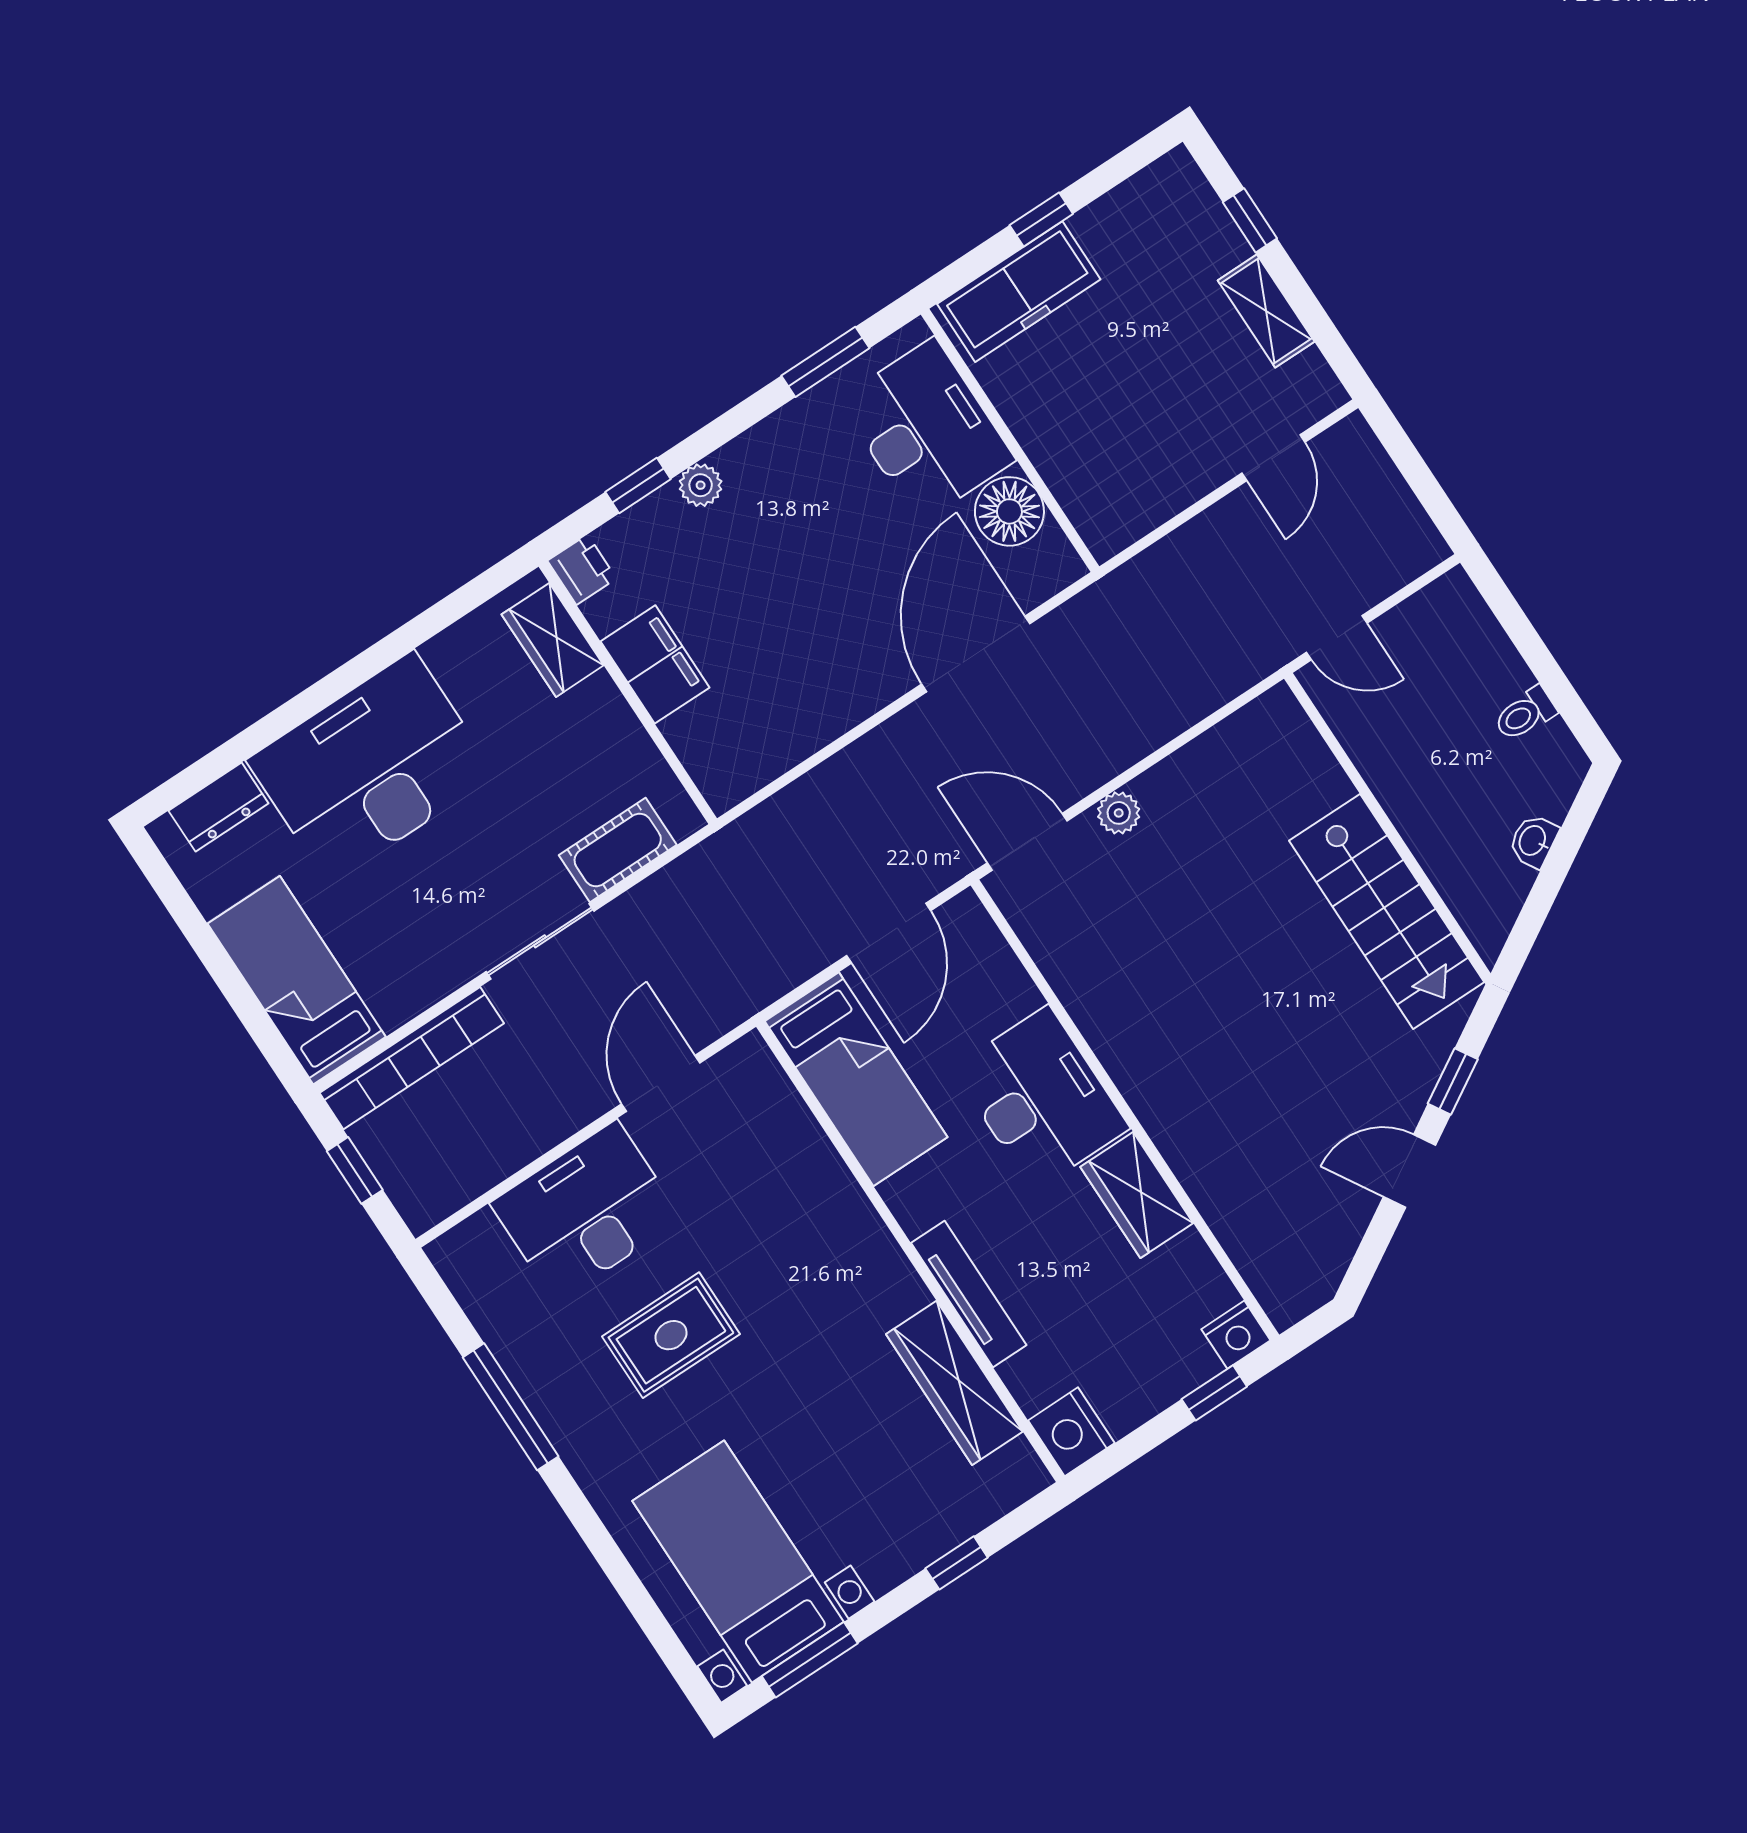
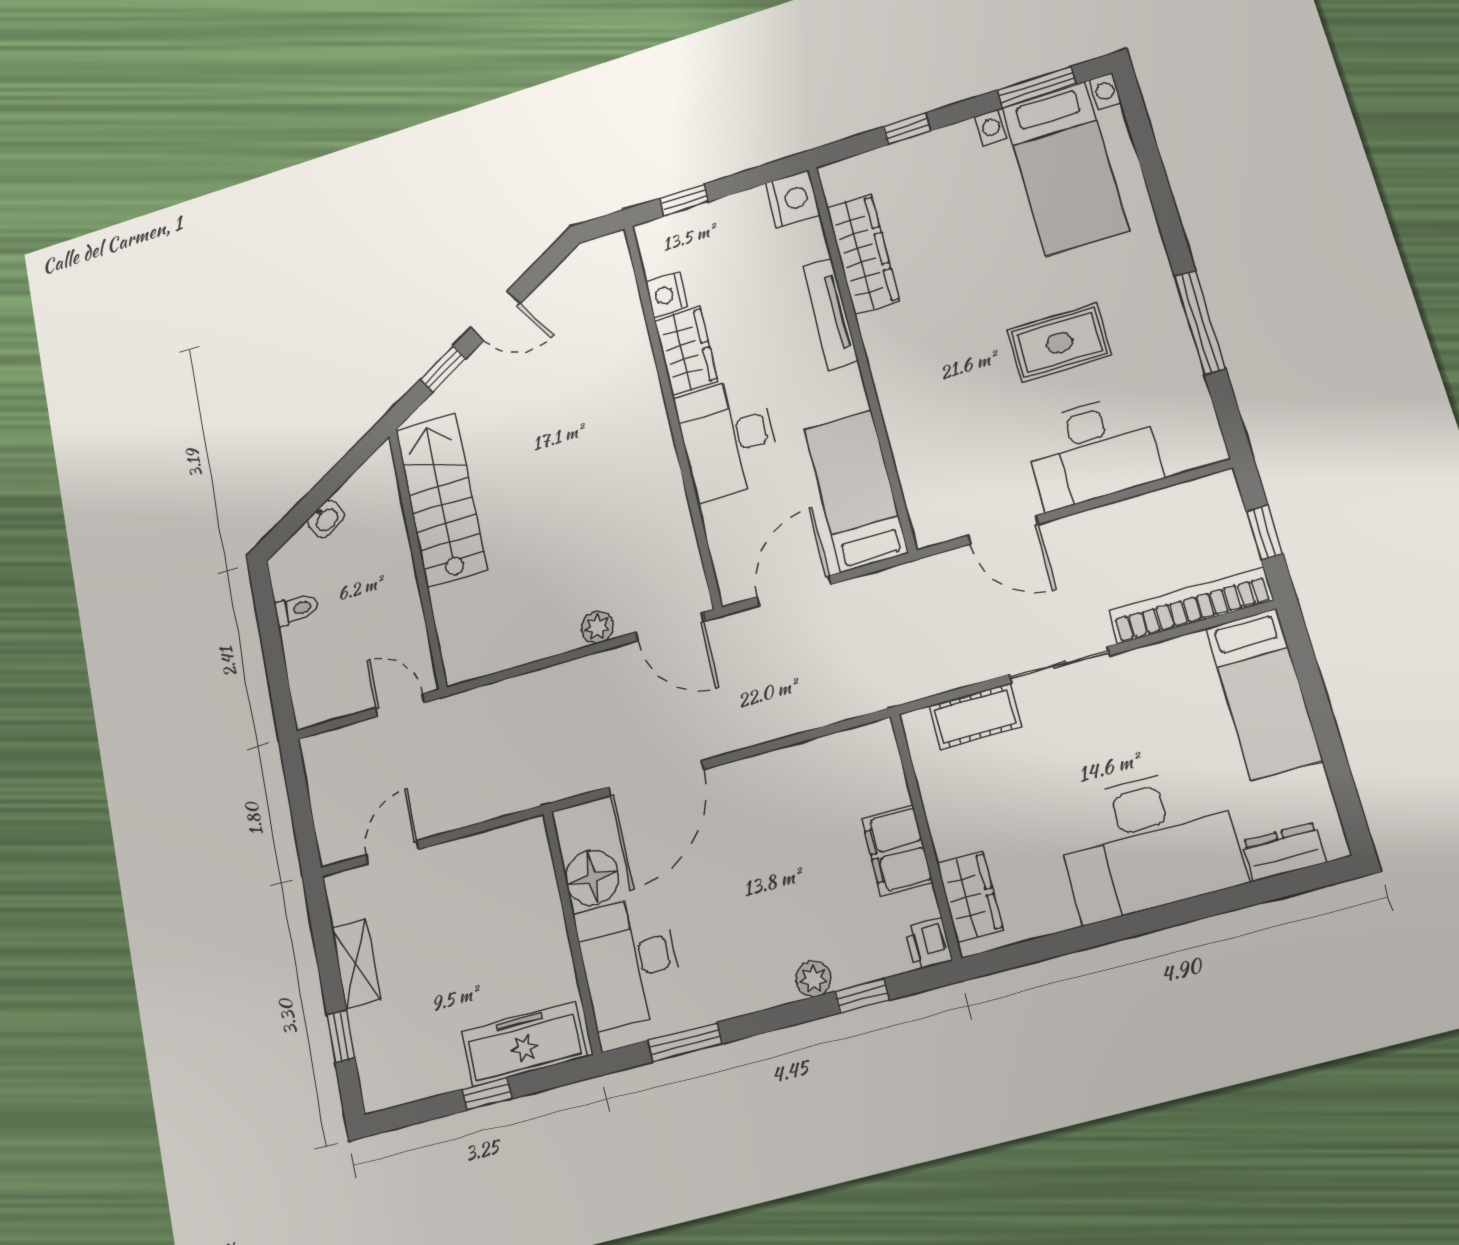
door: (661, 1083) -> (1003, 530), hinge flipped
nightstand: (1236, 1335) -> (667, 295), moved, turned -90

